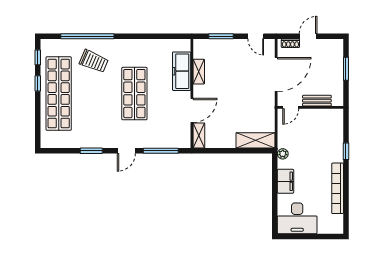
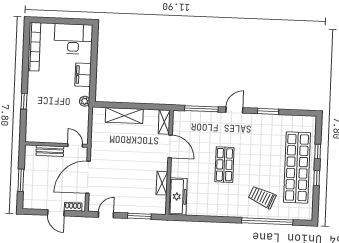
door: (256, 36) -> (106, 215), hinge flipped
door: (308, 36) -> (56, 213), hinge flipped
window: (38, 57) -> (318, 152), moved
freezer: (182, 71) -> (178, 197), moved
shop shelf: (134, 94) -> (224, 165), width x0.70, depth x0.74
door: (291, 107) -> (75, 145), hinge flipped
door: (192, 110) -> (170, 146), swing flipped
shelving: (255, 140) -> (124, 116), moved
bookcase: (338, 188) -> (34, 47), moved

